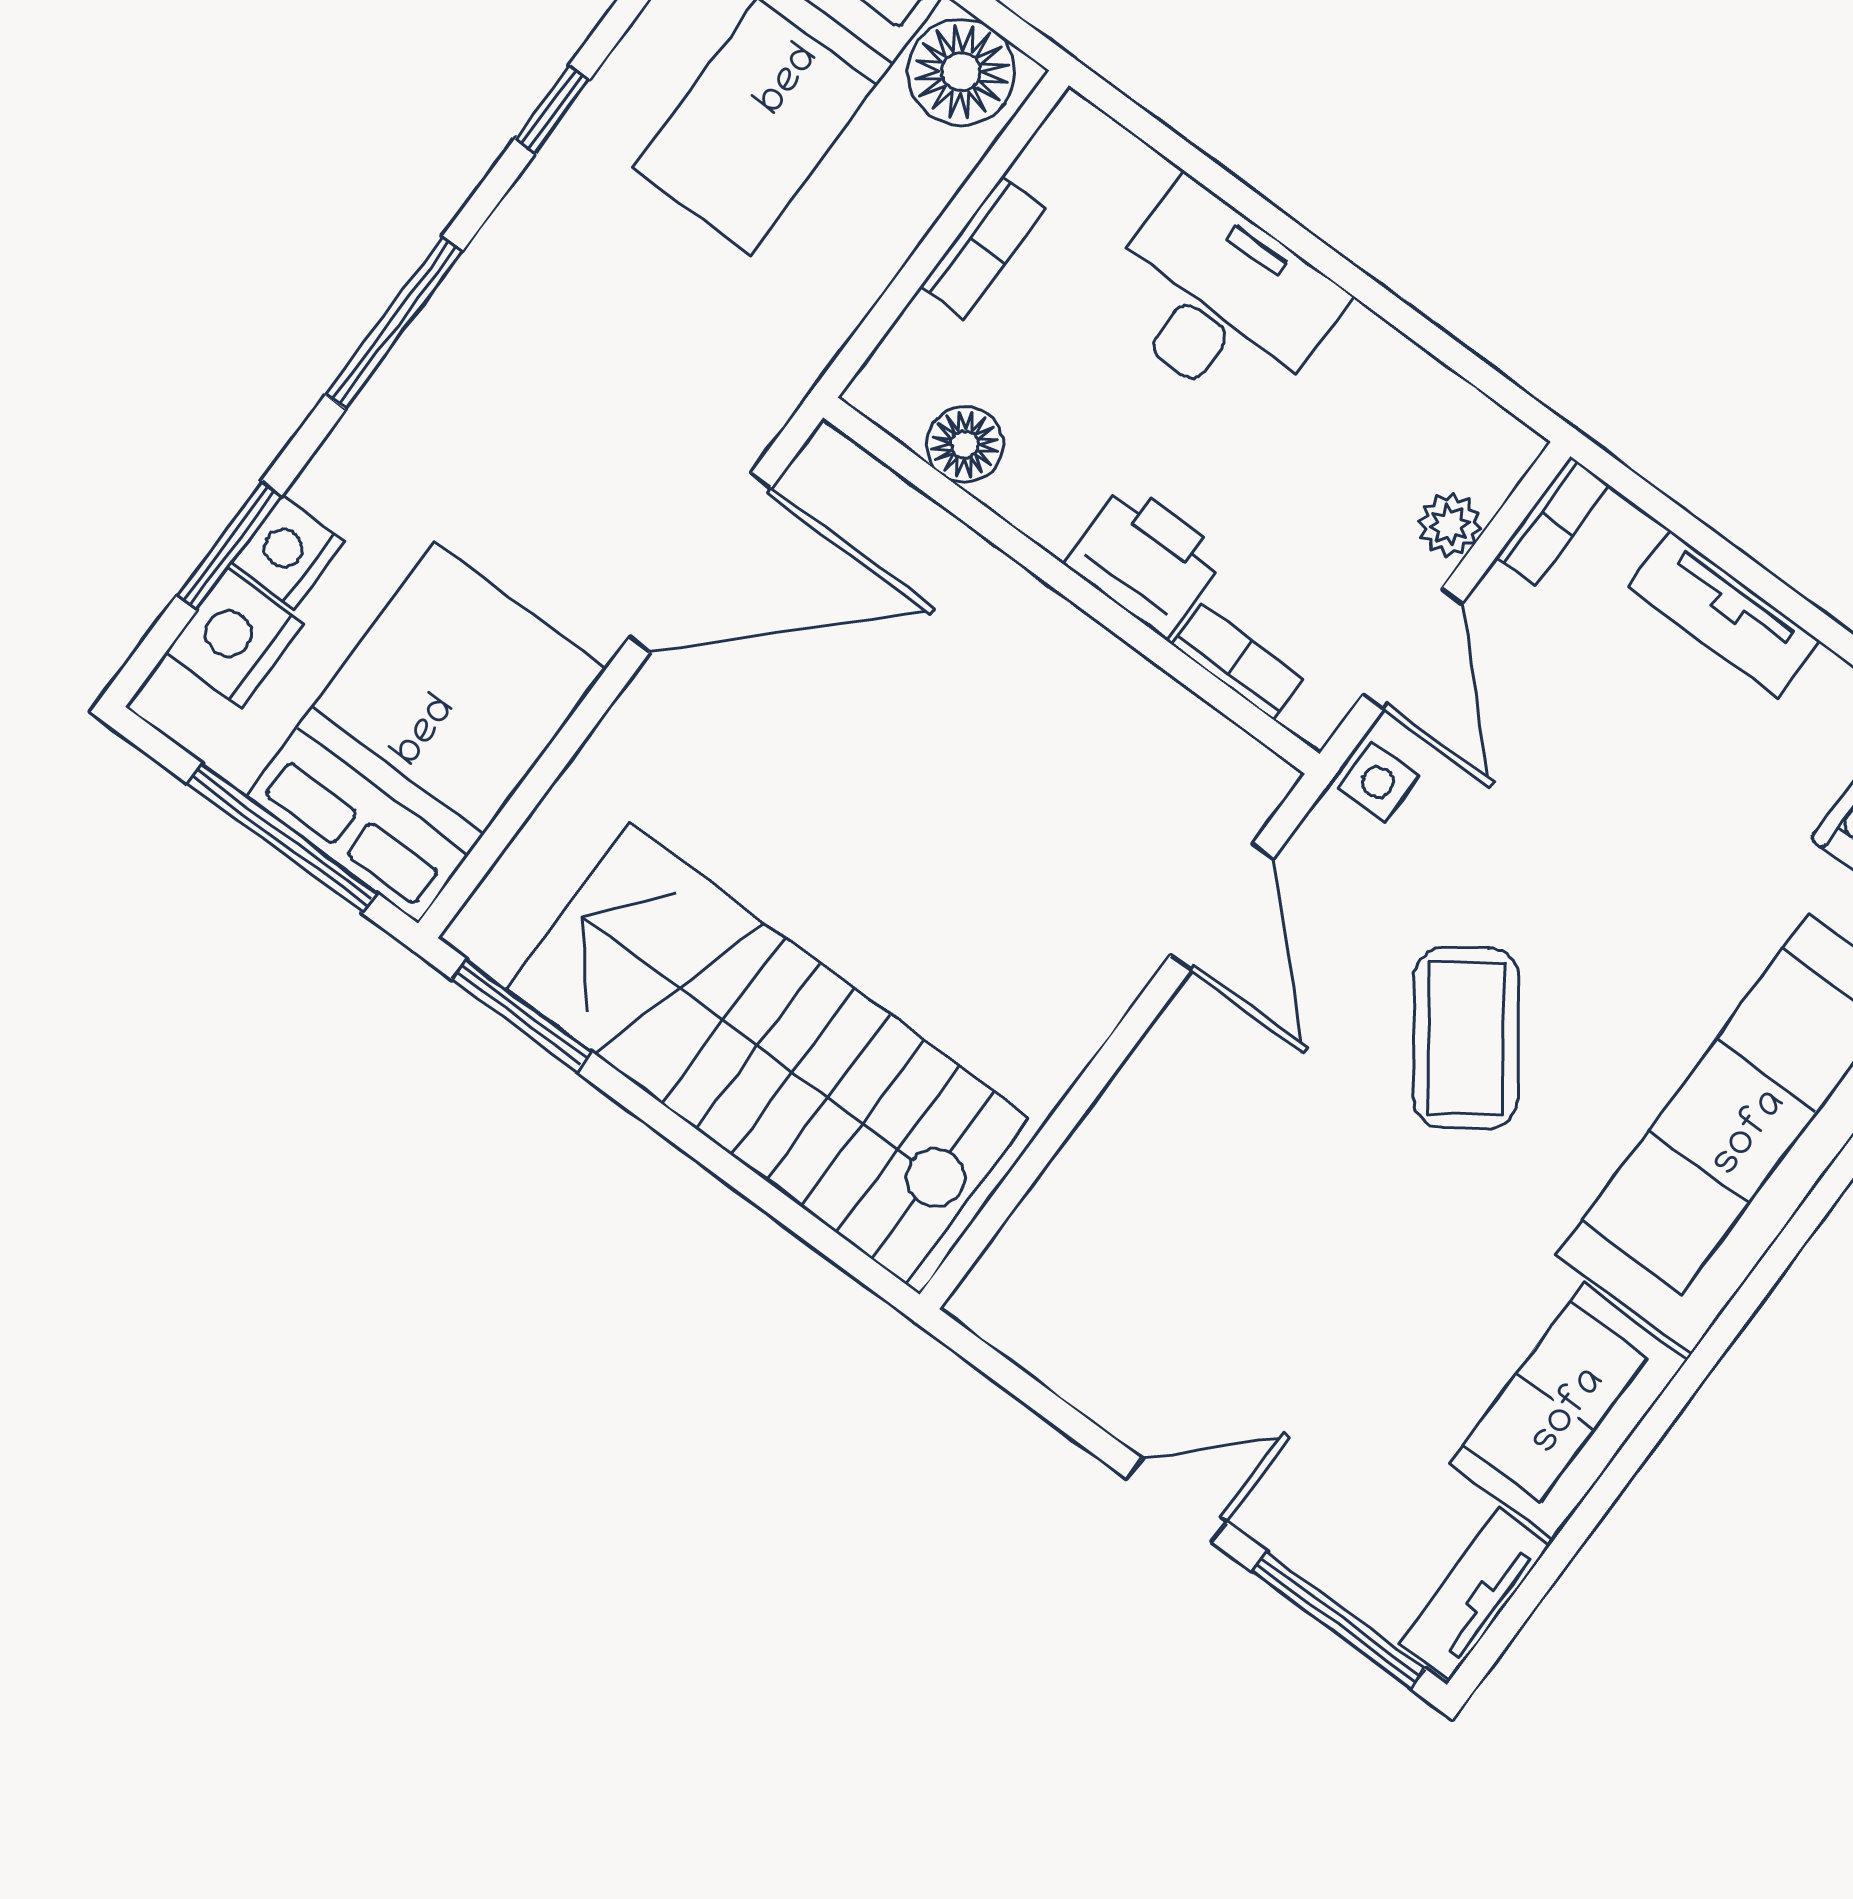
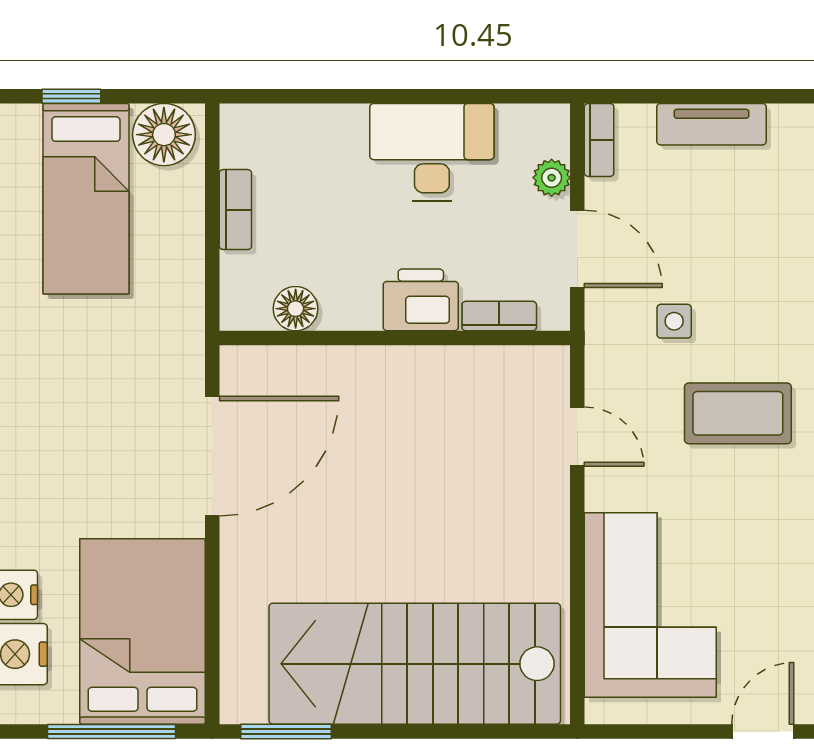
desk: (1220, 300) -> (432, 152), moved
side table: (1378, 782) -> (674, 321), moved
door: (1222, 907) -> (577, 437), width x0.73
coffee table: (1466, 1038) -> (738, 413), turned -54
corner sofa: (1151, 1212) -> (650, 605), added

